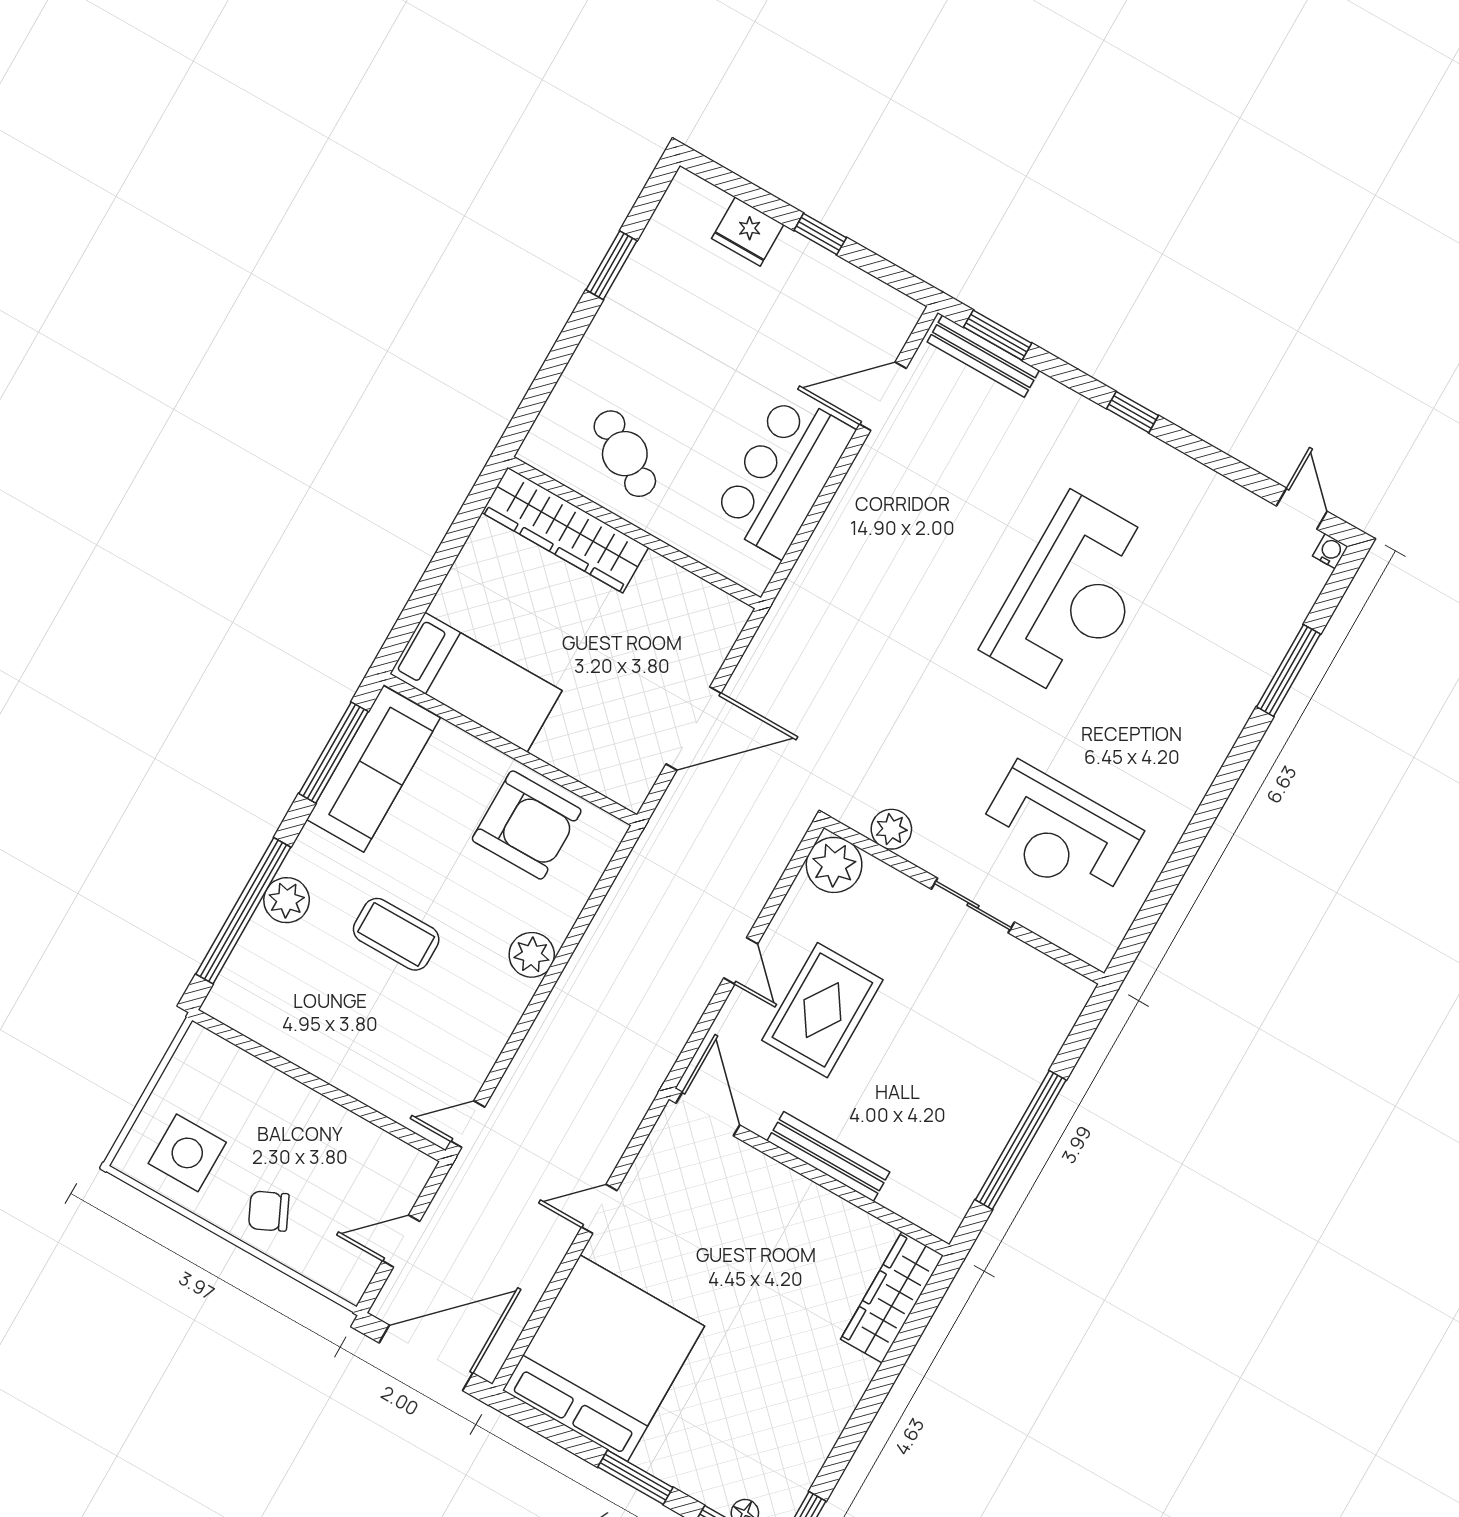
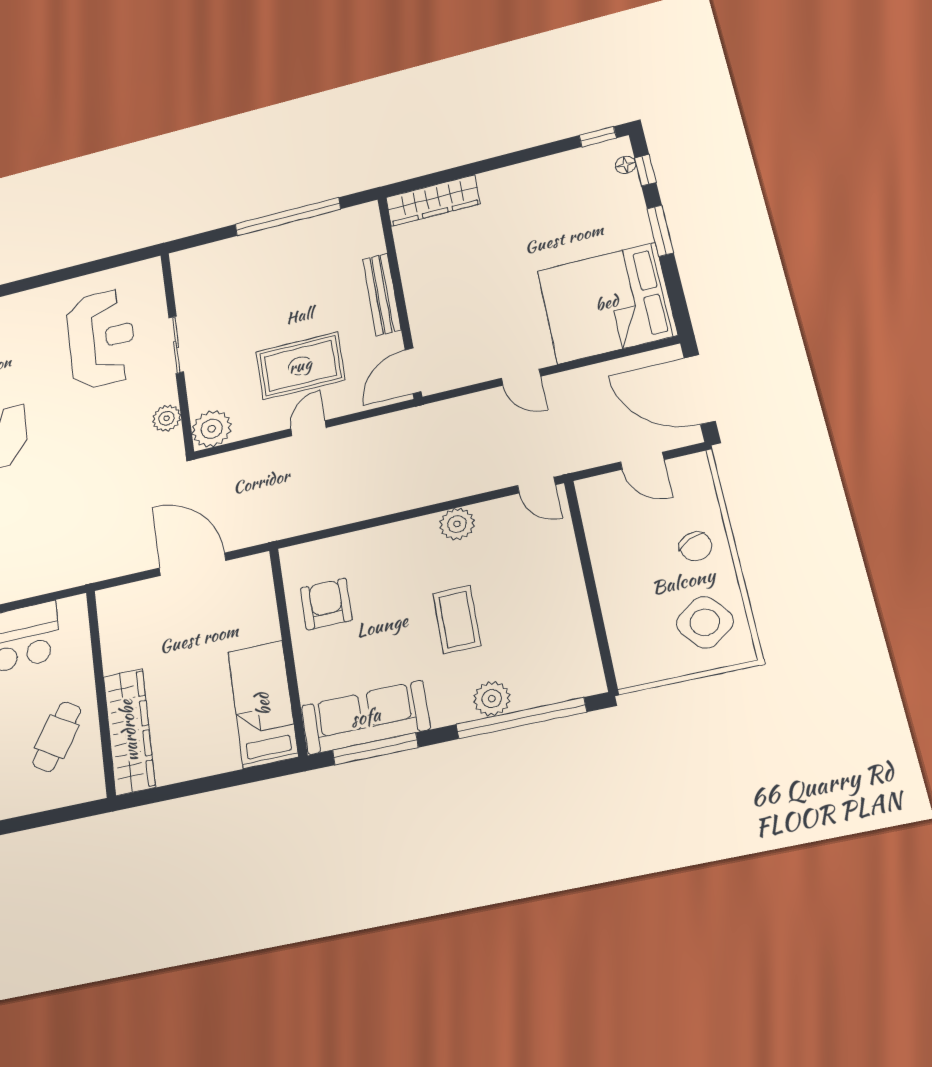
armchair: (527, 825) -> (326, 604), width x0.73, depth x0.73
plant: (532, 955) -> (457, 524), moved
side table: (187, 1153) -> (705, 622), turned -37

